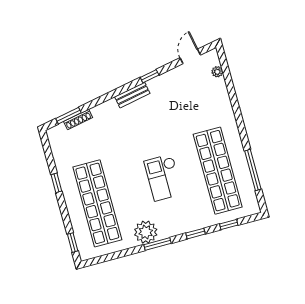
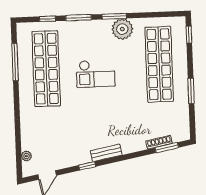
checkout: (163, 178) -> (96, 74), turned 90
window: (56, 183) -> (191, 91), width x1.50
window: (196, 234) -> (79, 18), width x1.50

